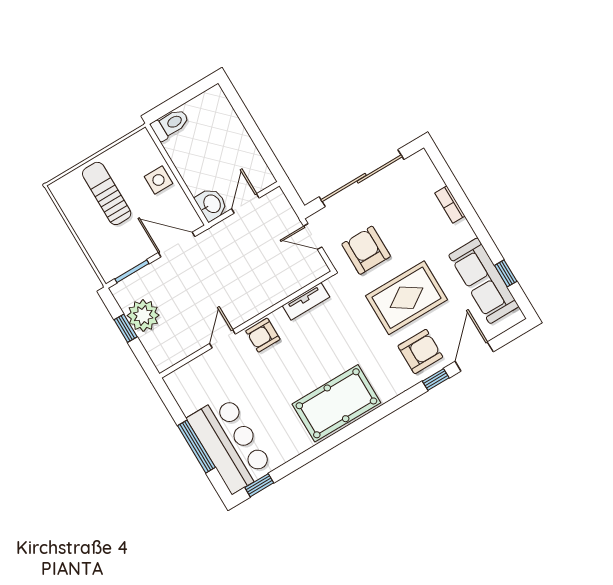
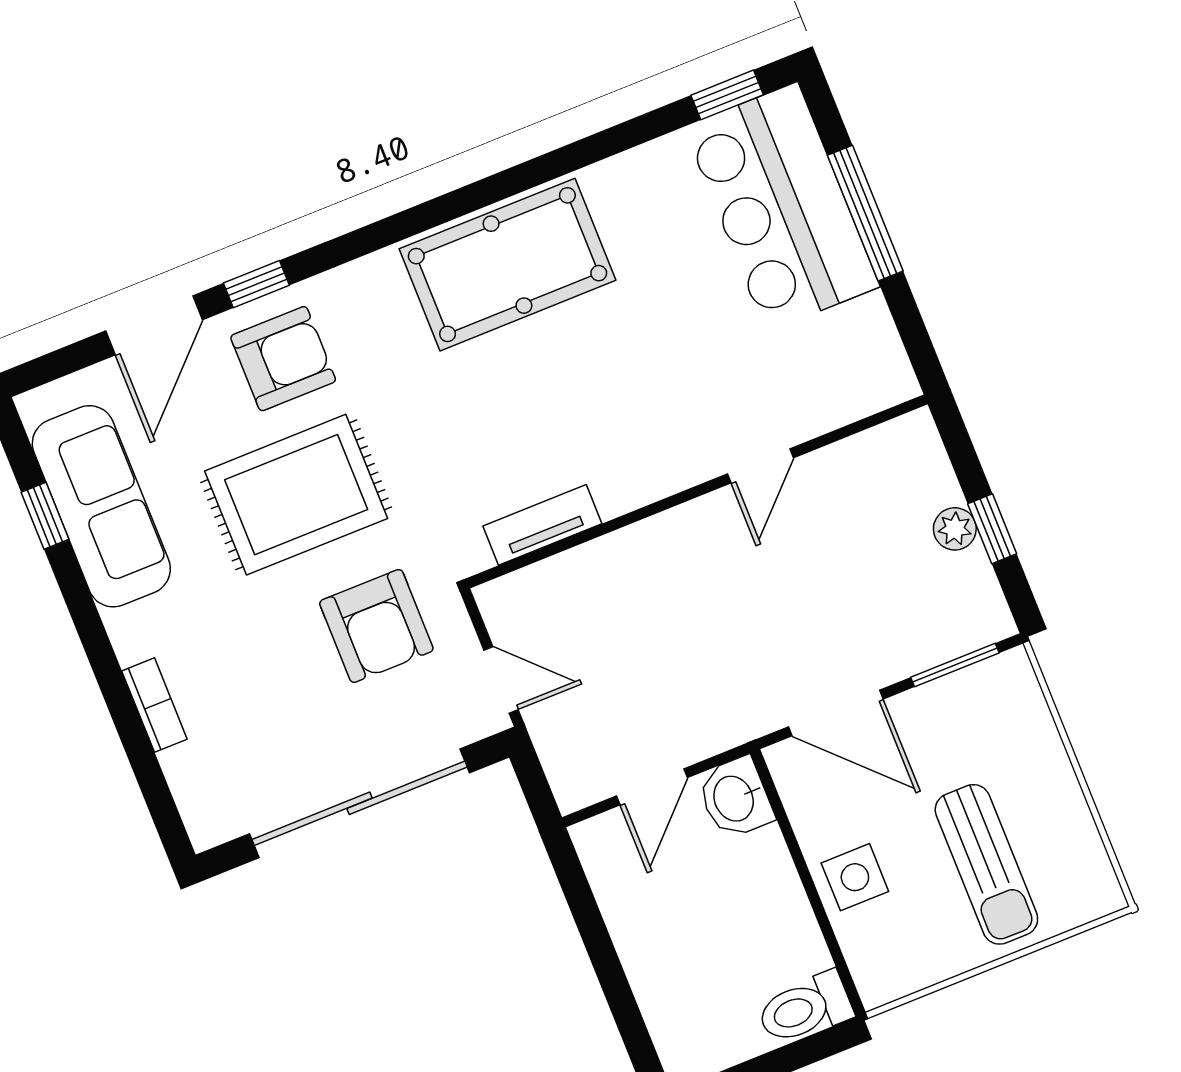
plant: (143, 315) -> (955, 529), width x0.53, depth x0.53
armchair: (263, 335) -> (660, 459), removed
armchair: (420, 351) -> (283, 359), turned 180

